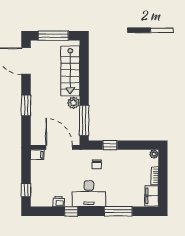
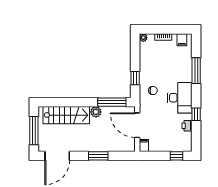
door: (59, 147) -> (137, 125), hinge flipped
filing cabinet: (152, 196) -> (182, 40), width x0.50

